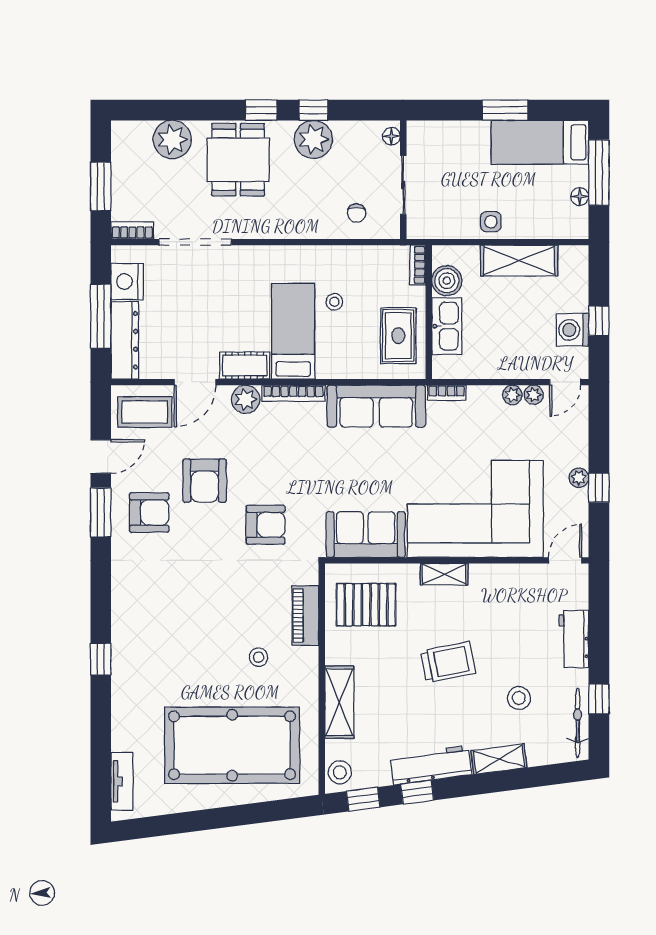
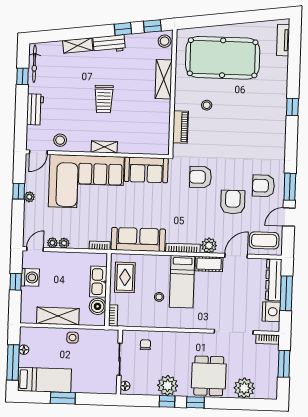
pallet: (366, 605) -> (147, 132), removed
trolley: (448, 662) -> (104, 99), turned -79
stool: (519, 698) -> (60, 140), moved
workbench: (431, 765) -> (109, 44), width x0.73

